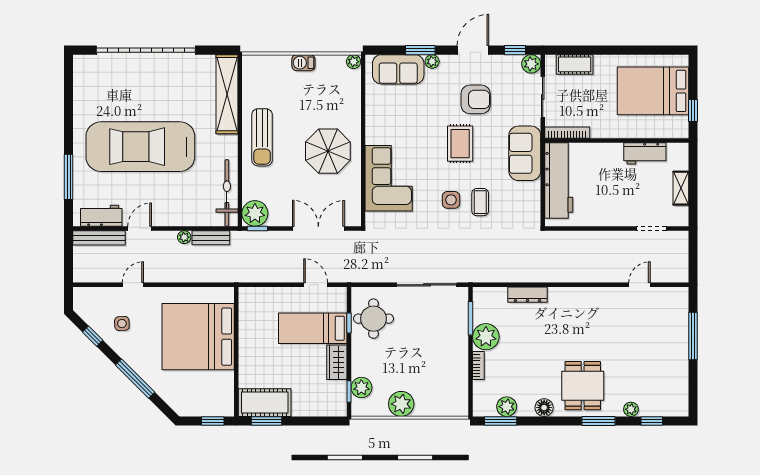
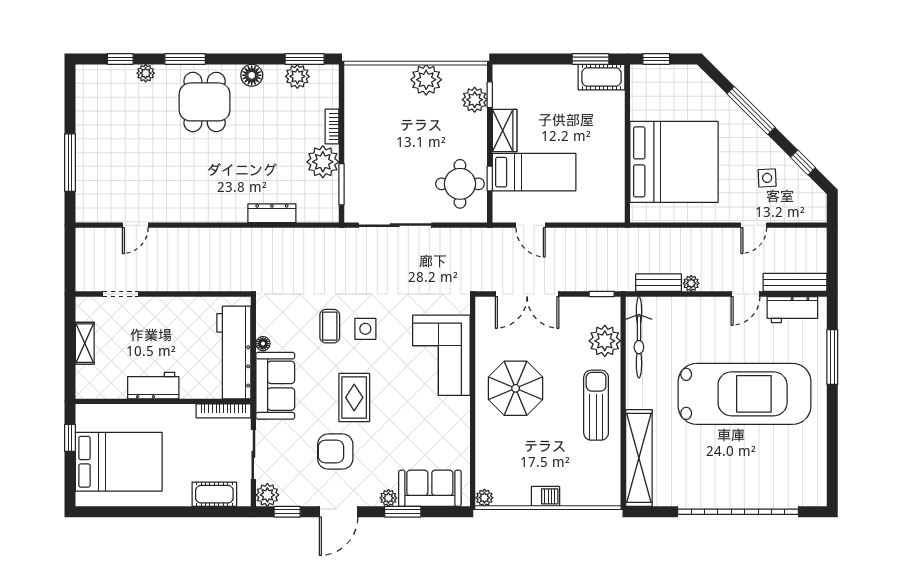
workbench: (645, 153) -> (153, 386), moved
floor lamp: (535, 188) -> (263, 344), added
plant: (255, 213) -> (605, 341), moved
cot: (265, 403) -> (601, 77), width x0.73, depth x0.75

